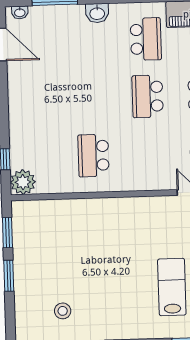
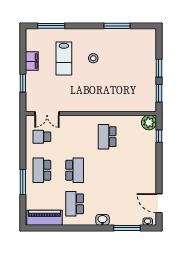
school desk: (93, 156) -> (107, 137), turned 180
stool: (63, 311) -> (93, 58), moved

